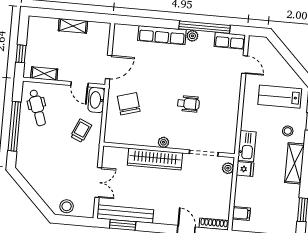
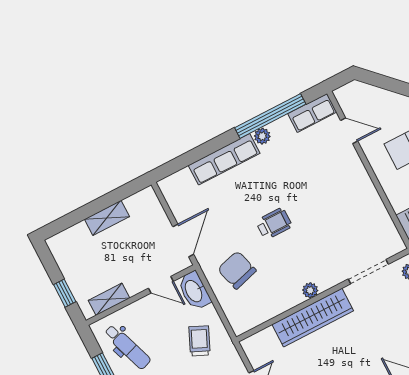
wheelchair: (188, 104) -> (274, 224), moved

